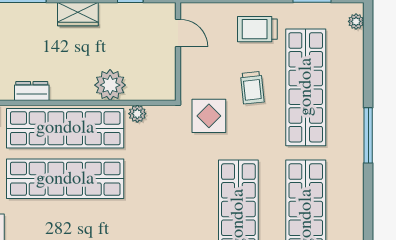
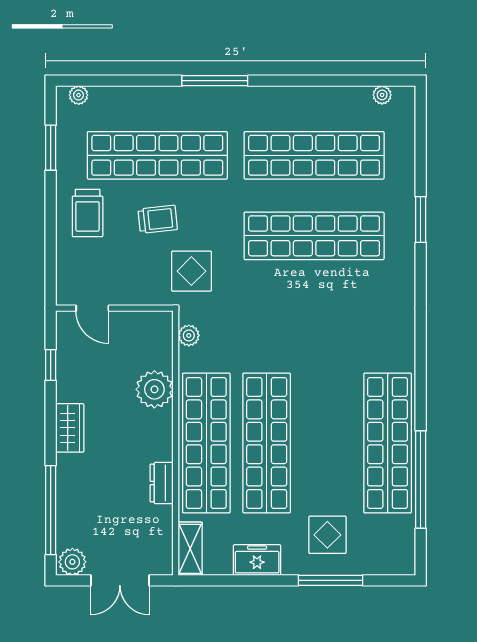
door: (178, 33) -> (92, 308), swing flipped
plant: (137, 114) -> (189, 335), moved

